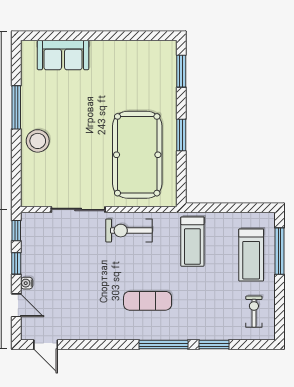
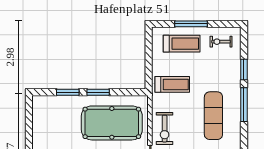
window: (181, 71) -> (68, 92), moved
window: (279, 251) -> (191, 24), moved
exercise mat: (148, 301) -> (213, 116), width x1.36, depth x1.45

